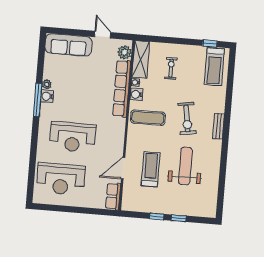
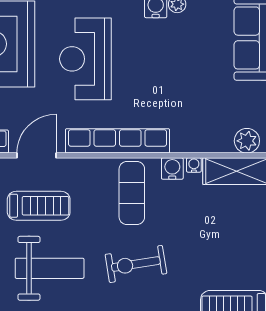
exercise bike: (171, 68) -> (225, 227), removed
row of seats: (122, 89) -> (118, 141), moved
door: (123, 168) -> (36, 155), hinge flipped

